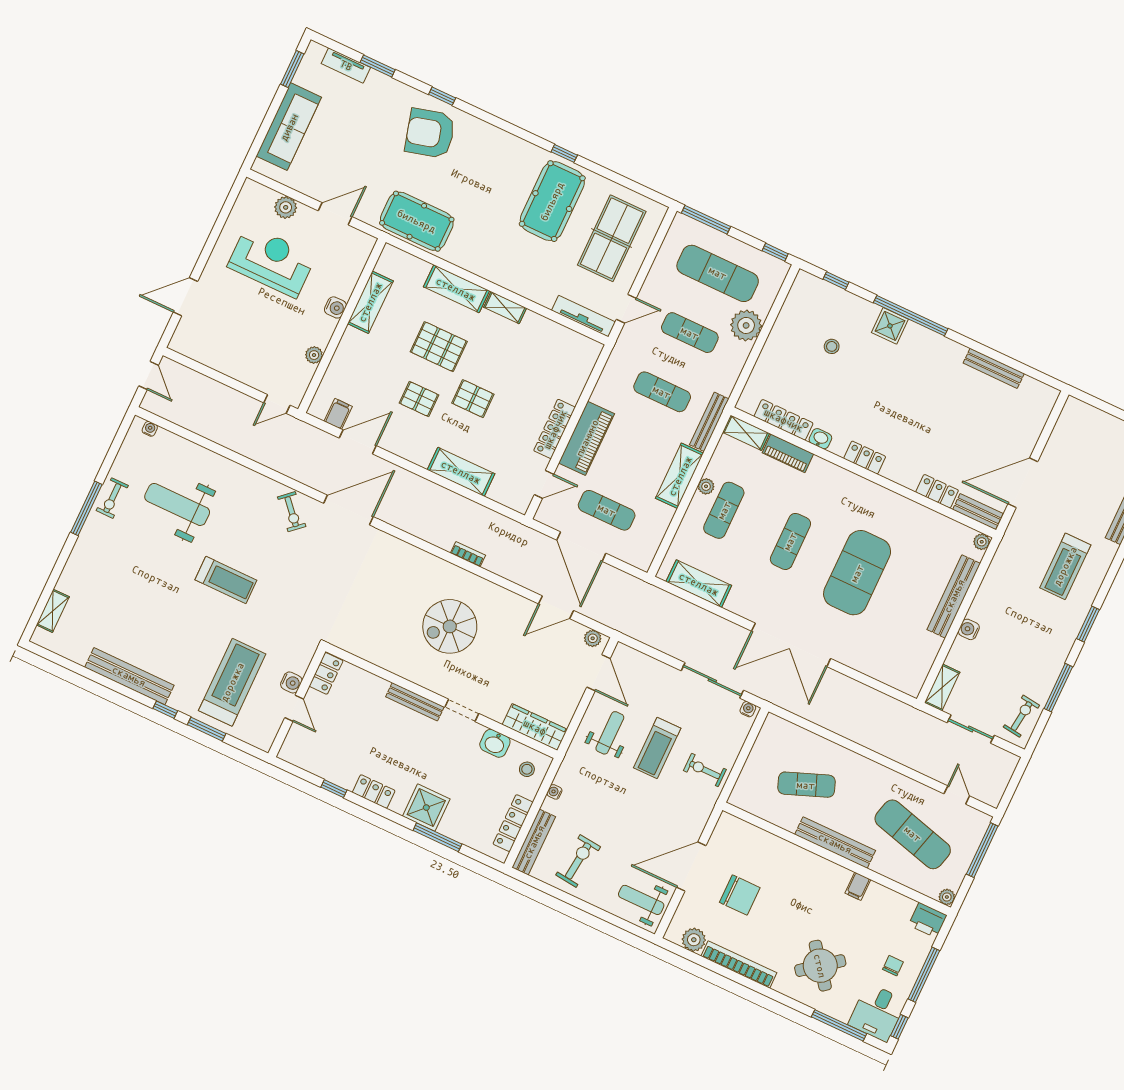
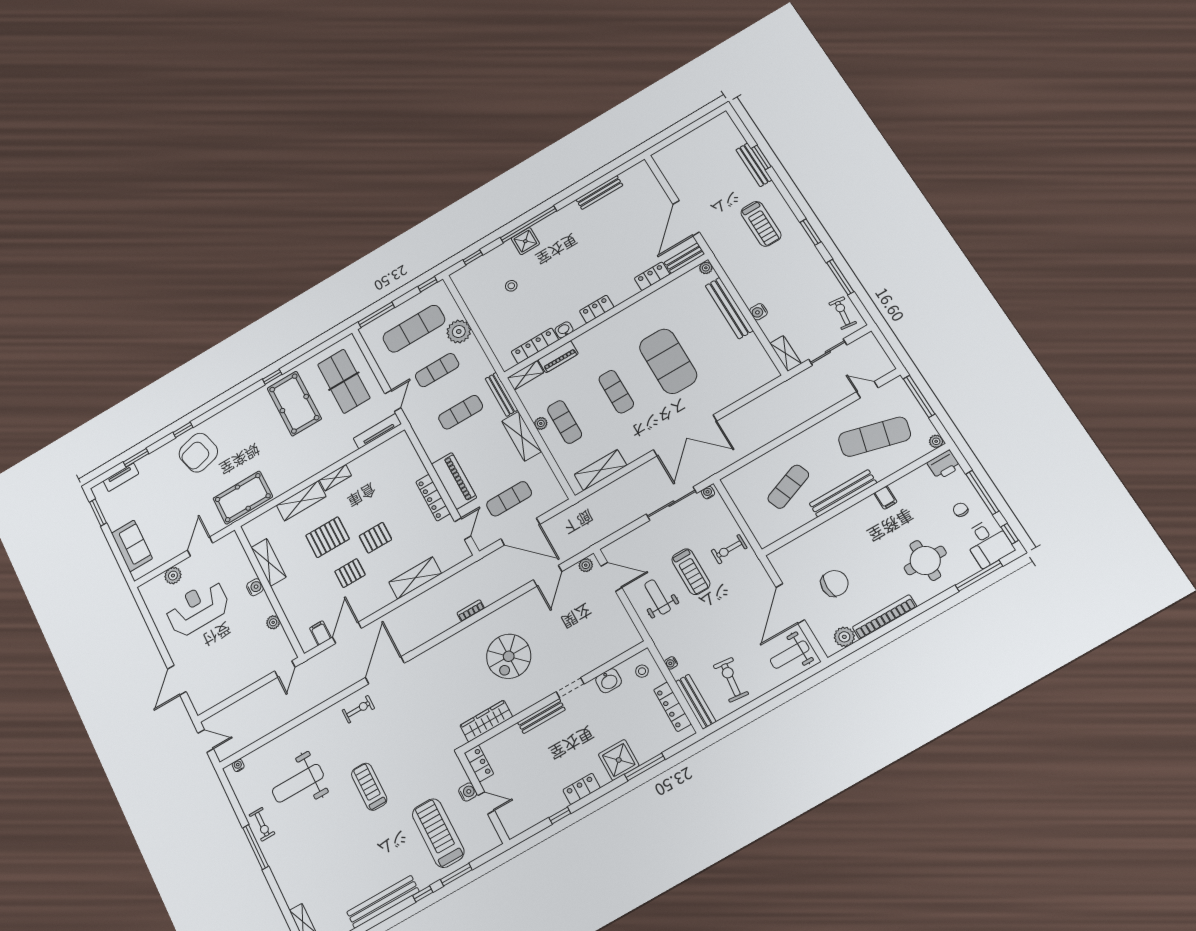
sofa: (289, 127) -> (132, 546), width x0.73
exercise bike: (292, 512) -> (358, 709), turned -48
treadmill: (226, 580) -> (369, 787), turned -90
wardrobe: (535, 727) -> (486, 721), moved
round table: (820, 966) -> (925, 560), turned 38

